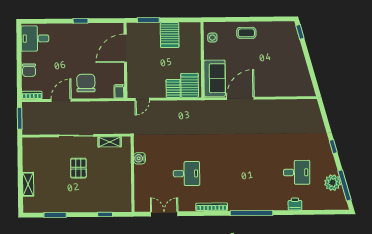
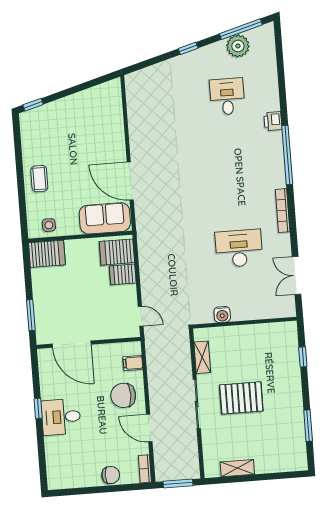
server rack: (170, 35) -> (47, 254), moved
desk: (35, 38) -> (61, 417), moved, turned 90
filing cabinet: (119, 91) -> (133, 363), moved
pallet: (78, 168) -> (241, 398), width x1.50, depth x1.42
desk: (186, 174) -> (239, 248), width x1.37
shelving: (28, 184) -> (237, 468), moved
printer: (295, 204) -> (273, 121), moved

